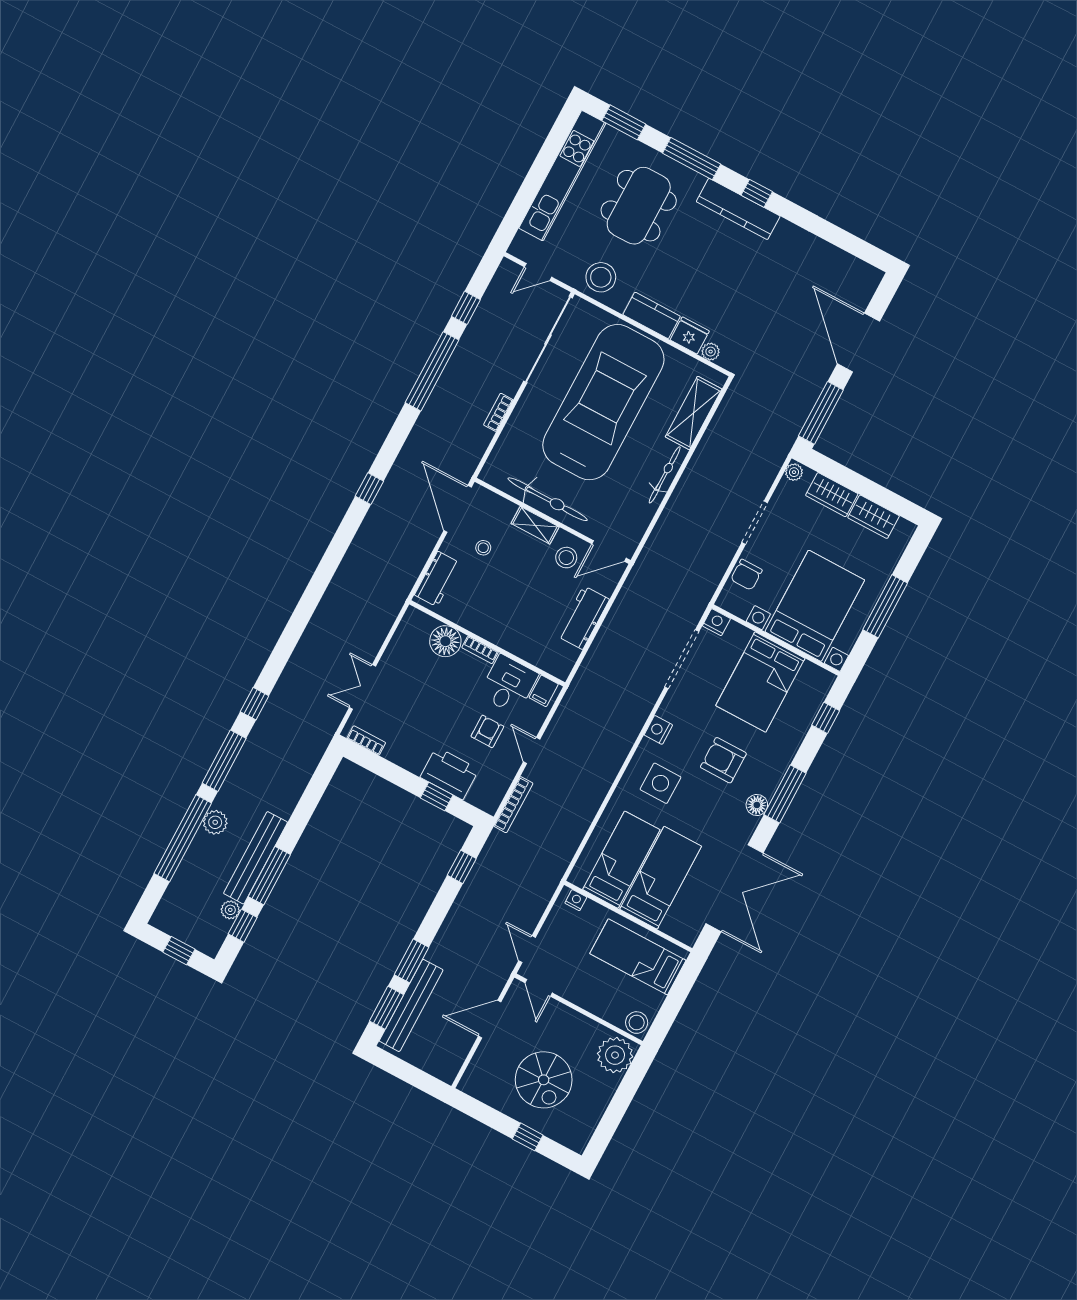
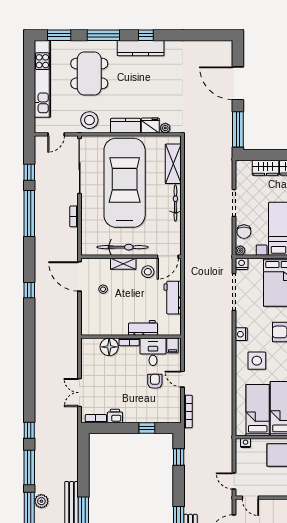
plant: (794, 472) -> (240, 251), moved
workbench: (437, 579) -> (143, 328), moved, turned -90
printer: (450, 773) -> (115, 416), moved, width x0.53, depth x0.68

